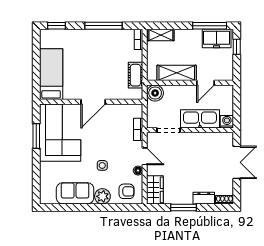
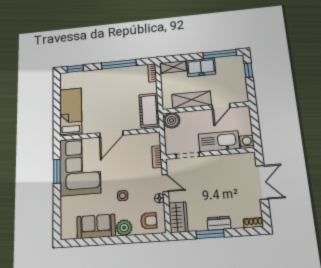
freezer: (217, 39) -> (201, 67), moved
cot: (135, 75) -> (149, 110), width x1.37, depth x1.34
dresser: (204, 198) -> (219, 223), moved

